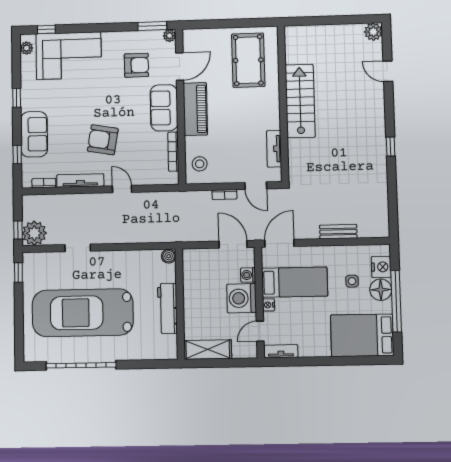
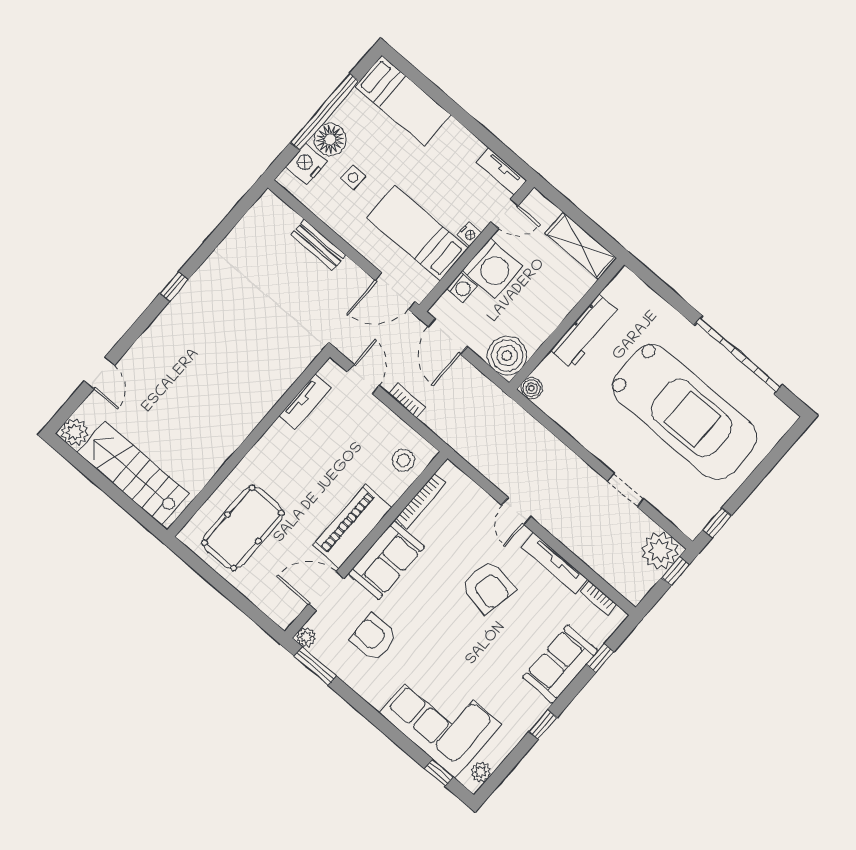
stairs: (300, 101) -> (133, 473), moved, turned 90
boiler: (195, 261) -> (507, 356), added
bed: (362, 335) -> (403, 101), width x0.67

